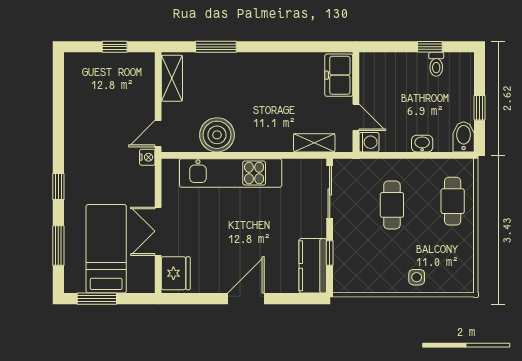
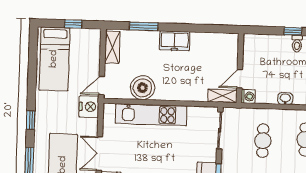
freezer: (339, 75) -> (175, 41), moved, turned -90
bed: (90, 98) -> (54, 59), added
door: (356, 117) -> (240, 79), swing flipped
shelving: (314, 143) -> (222, 96), moved
nightstand: (147, 157) -> (89, 107), width x1.89, depth x1.79

